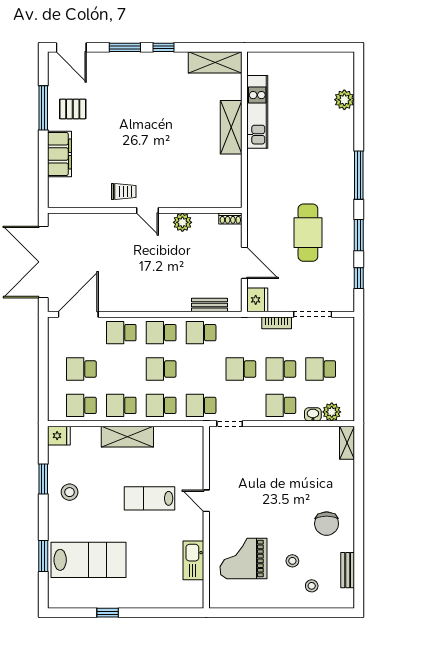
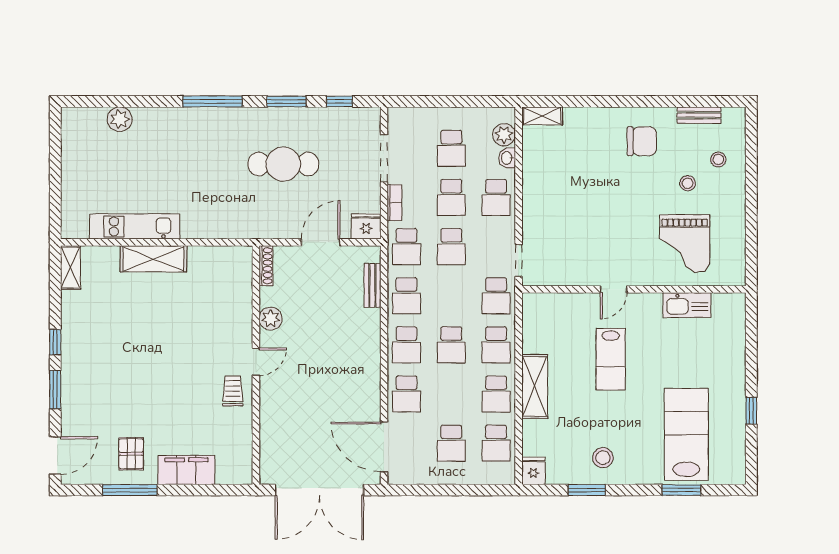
shelving: (215, 62) -> (70, 268), width x0.67, depth x0.75
shoe rack: (230, 219) -> (266, 266), width x1.43
school desk: (241, 333) -> (406, 247), added

